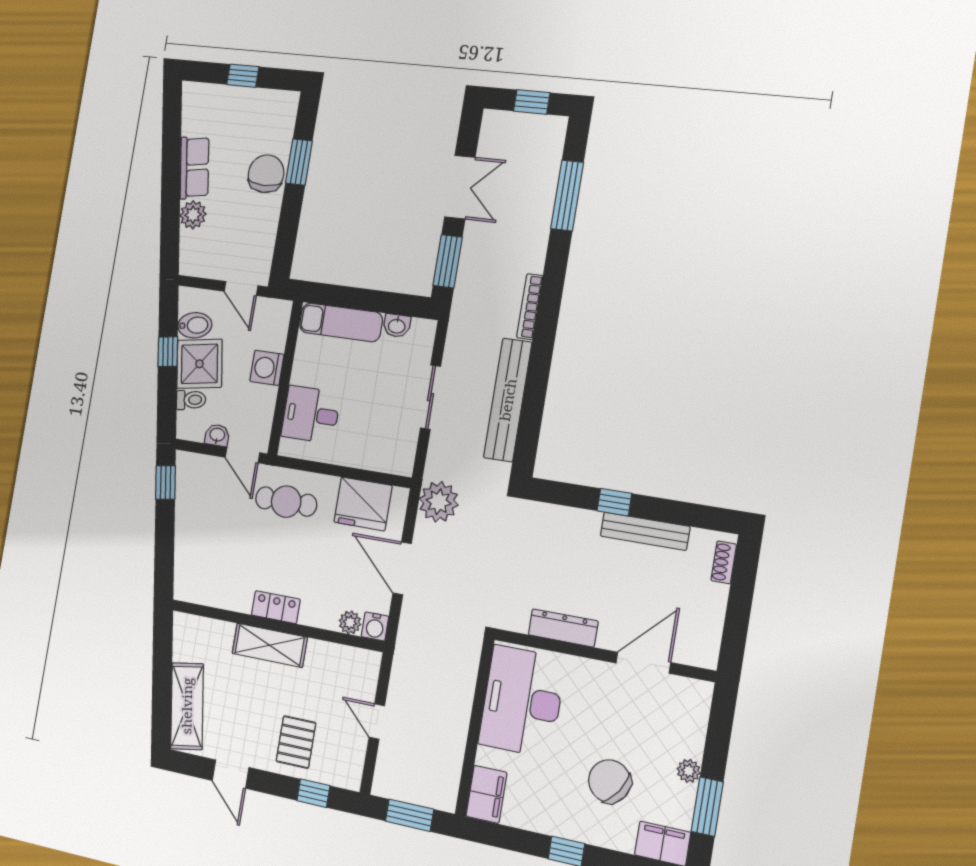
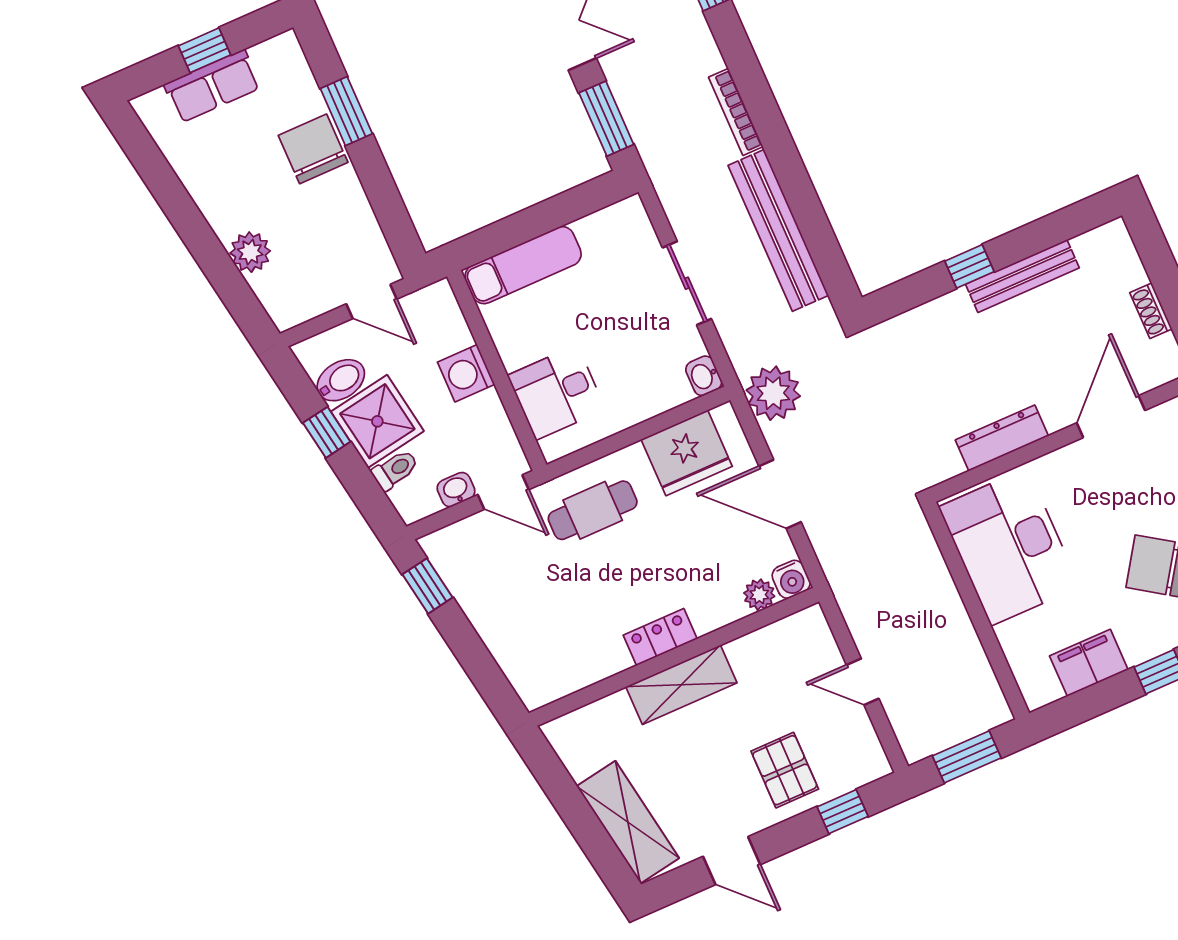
row of seats: (194, 167) -> (212, 86), moved, turned 99
washbasin: (397, 326) -> (704, 376), moved, turned 90
shoe rack: (724, 562) -> (1151, 311), moved
filing cabinet: (486, 794) -> (1089, 663), moved, turned -90

